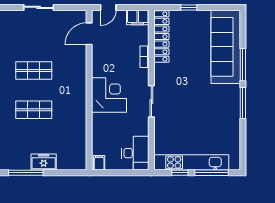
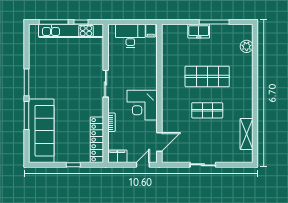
corner desk: (109, 95) -> (142, 105), moved
shop shelf: (34, 110) -> (207, 76), width x1.43, depth x1.36
desk: (135, 153) -> (130, 36), moved, turned 90

